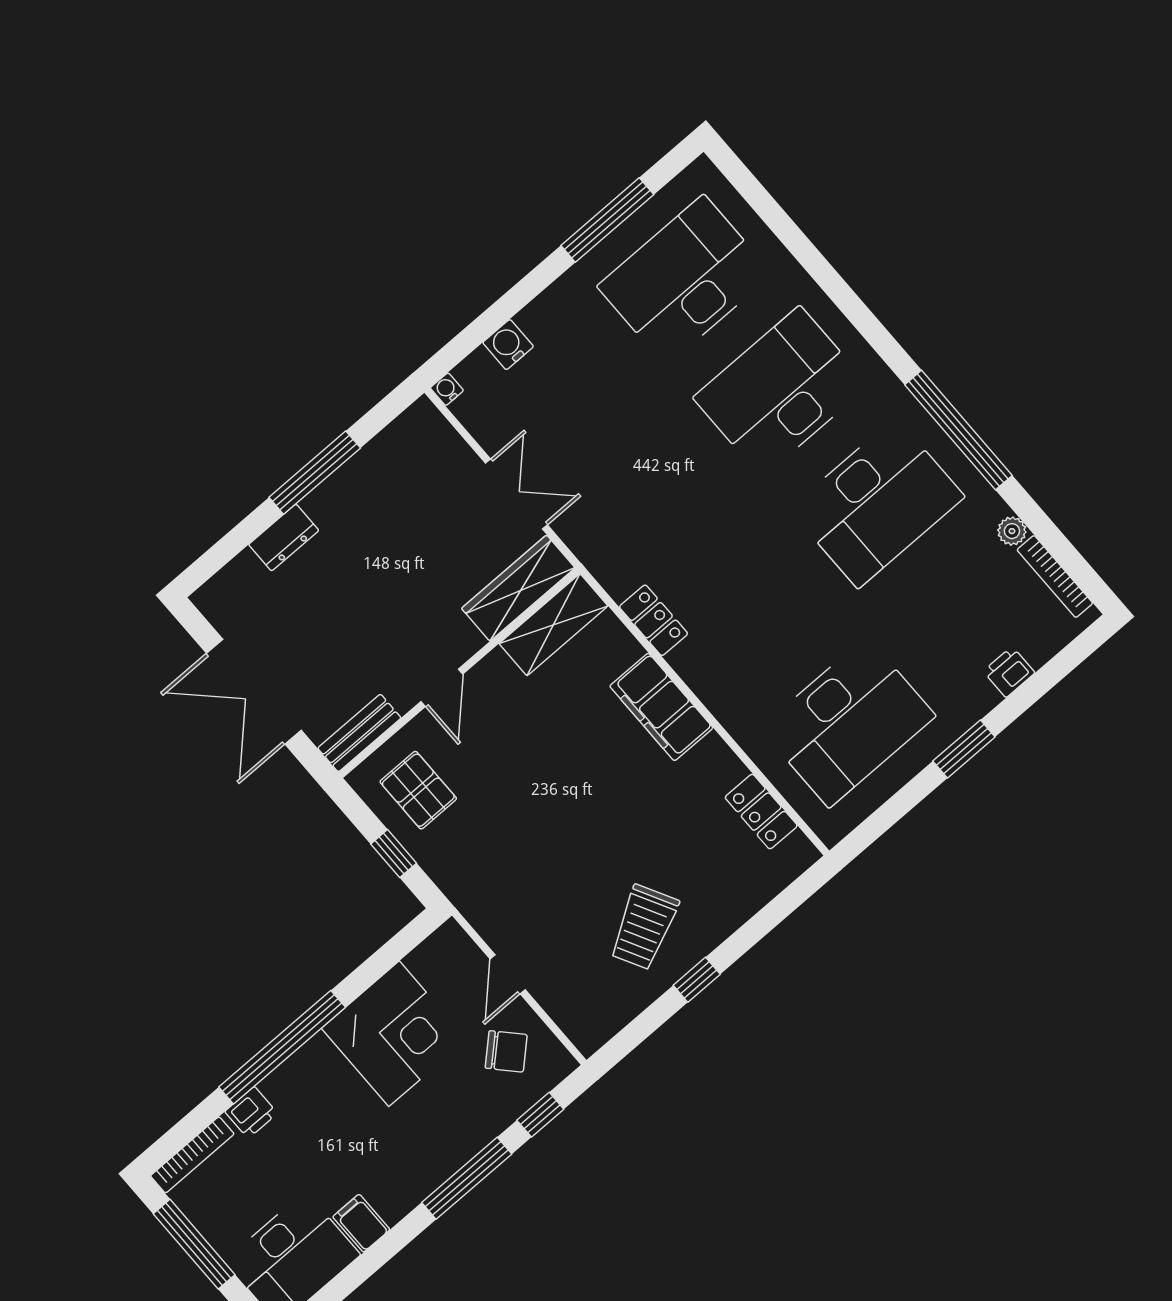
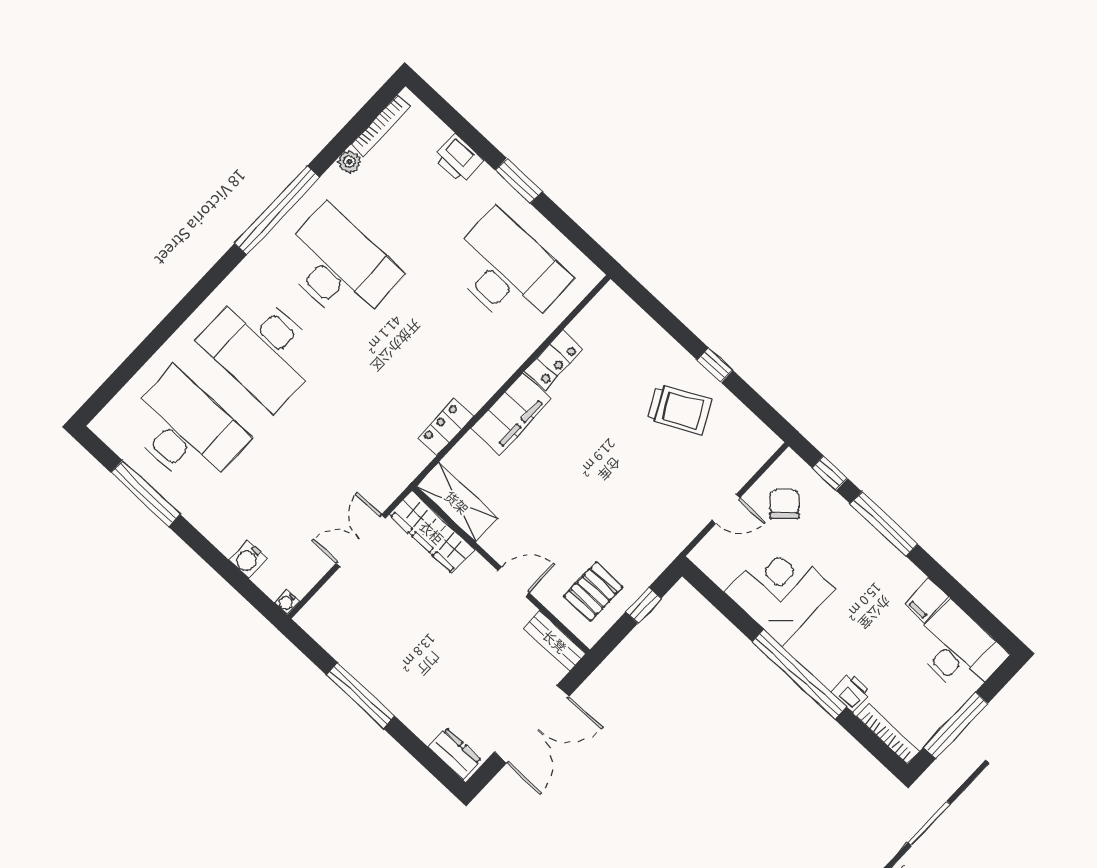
desk: (685, 280) -> (185, 430), turned 180
dresser: (284, 537) -> (455, 754), moved
printer: (1009, 672) -> (458, 159), width x1.36, depth x1.24
locker: (761, 812) -> (553, 360), moved

